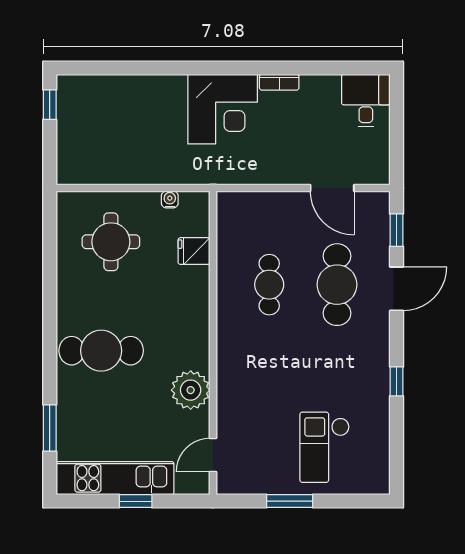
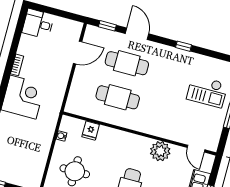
cafe table: (269, 285) -> (118, 97), width x1.37, depth x1.35

